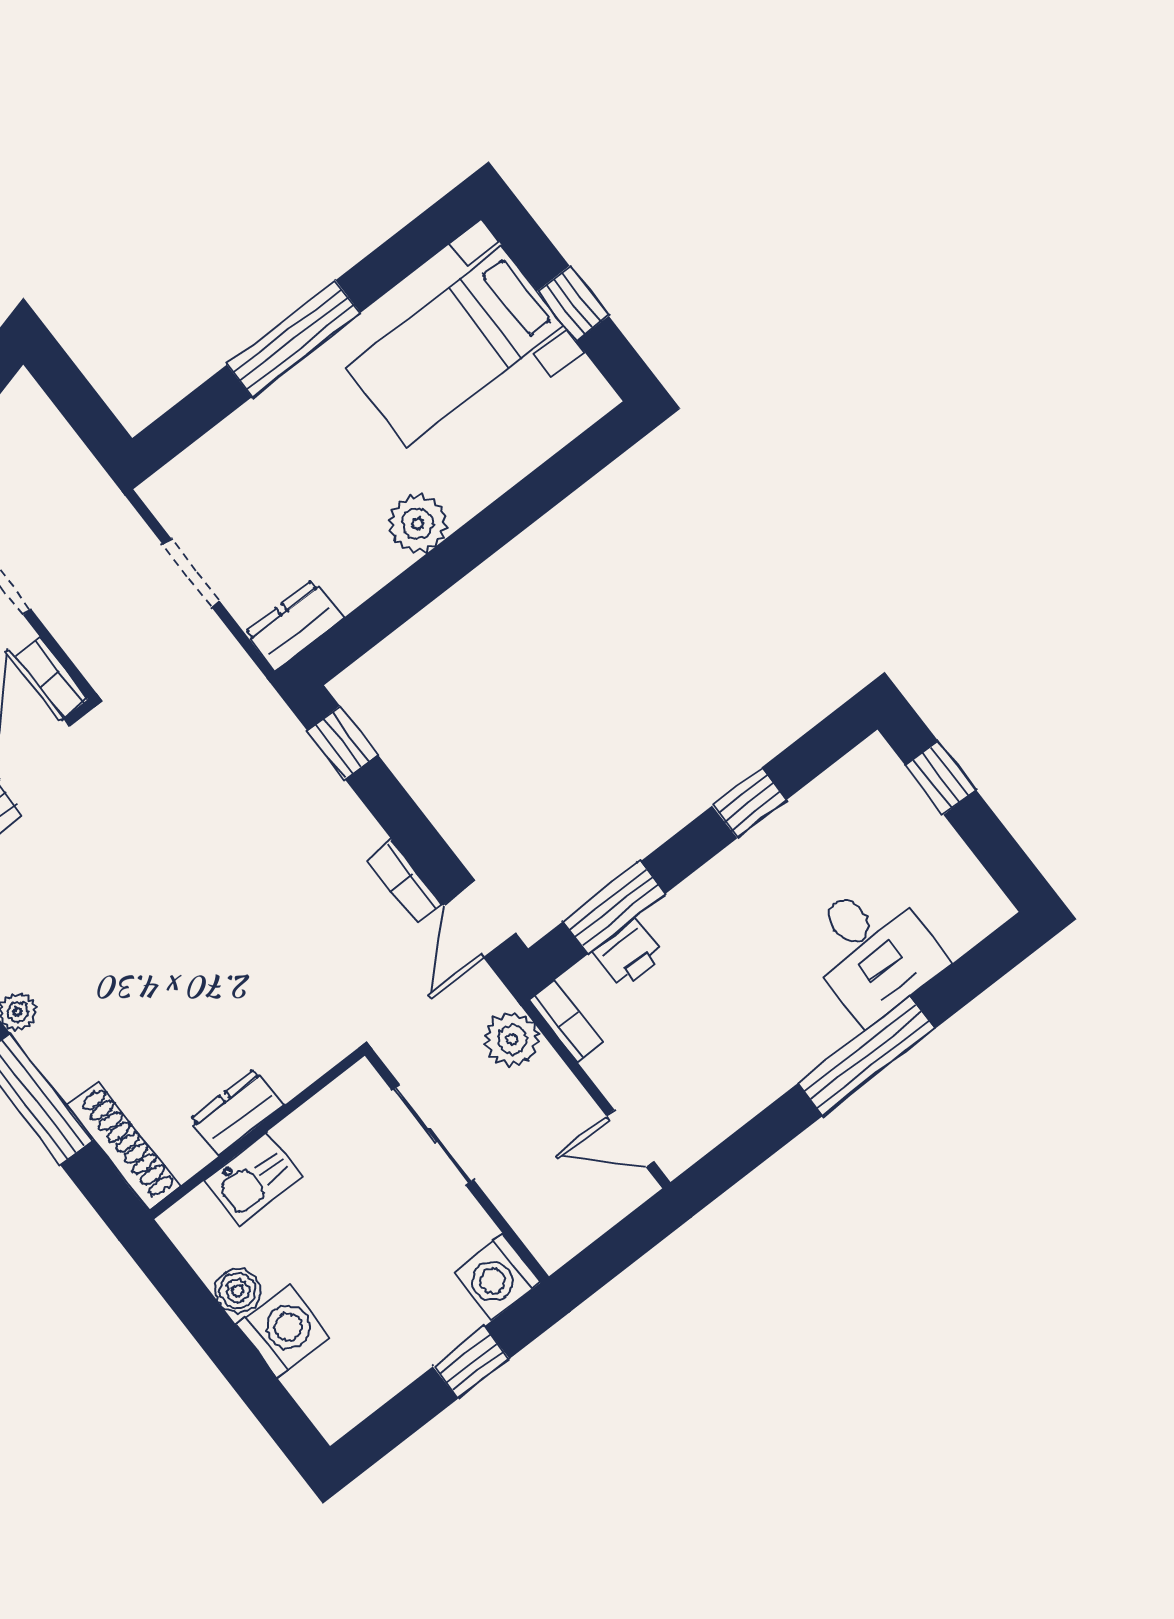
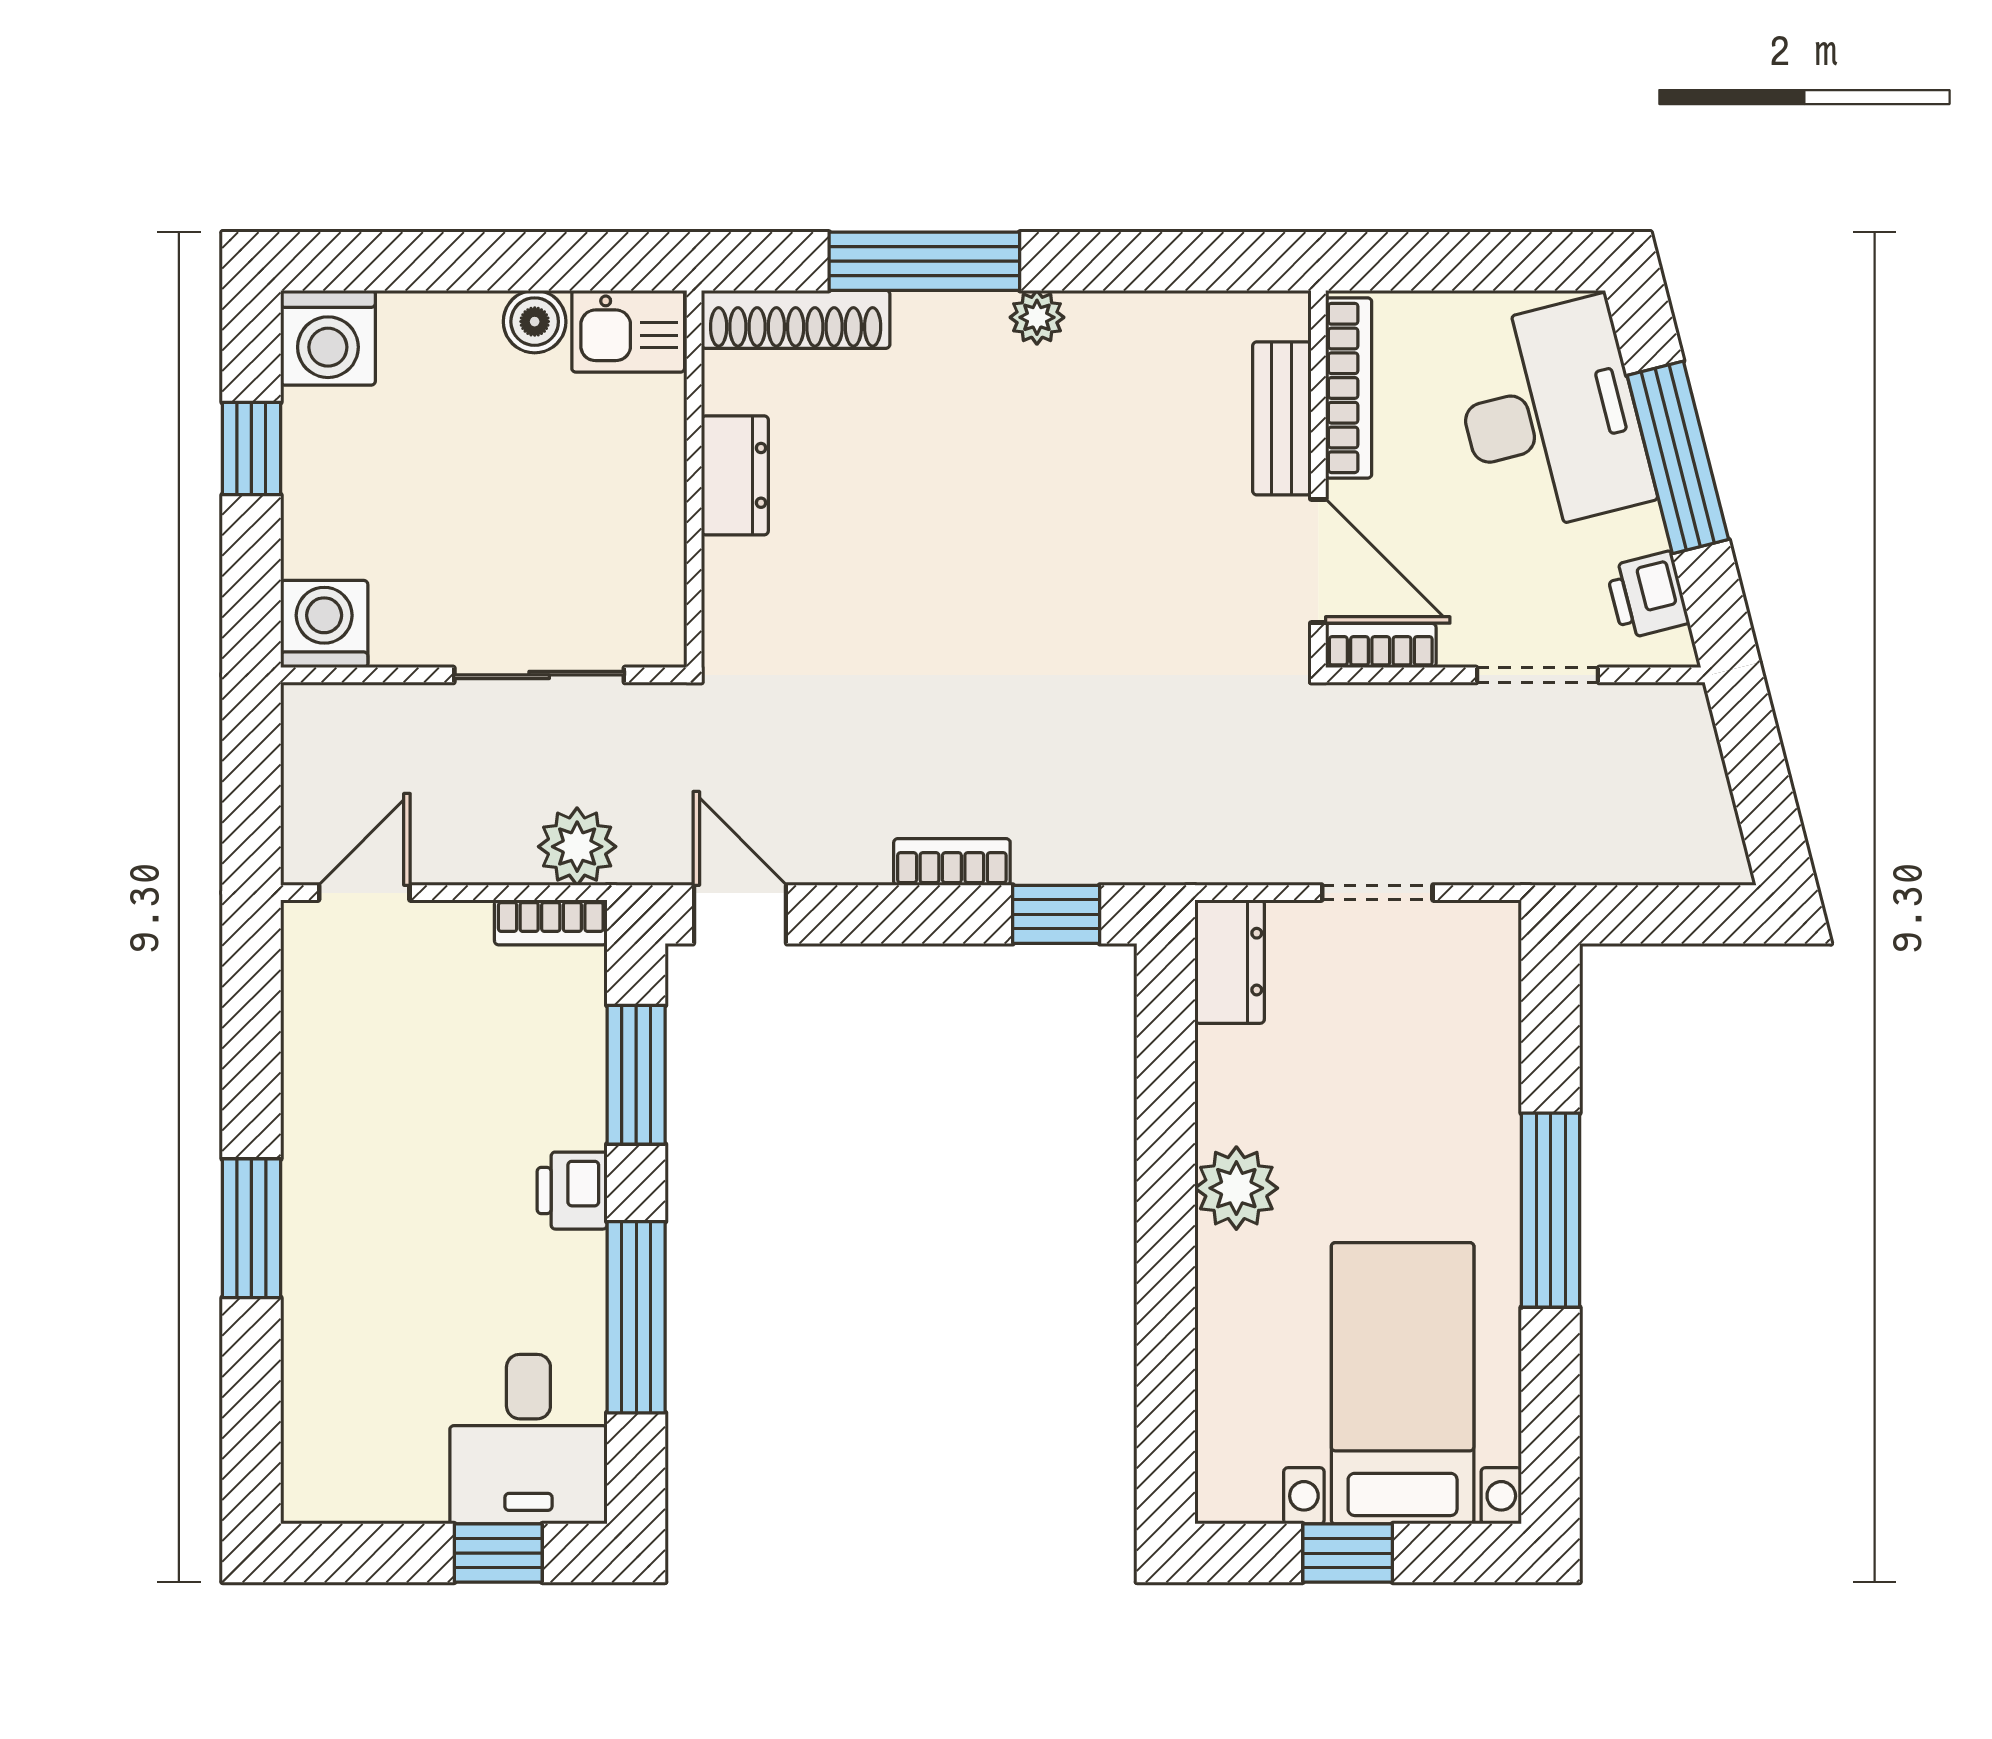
window: (749, 803) -> (636, 1317), width x2.17
bookcase: (404, 882) -> (952, 862), moved
desk: (872, 950) -> (528, 1439), moved, turned -90
printer: (629, 953) -> (572, 1191), moved
window: (866, 1056) -> (251, 1228), width x0.69
kitchen sink: (253, 1179) -> (628, 331), moved, turned -90
washing machine: (283, 1331) -> (328, 338), moved
window: (471, 1363) -> (251, 449), moved

